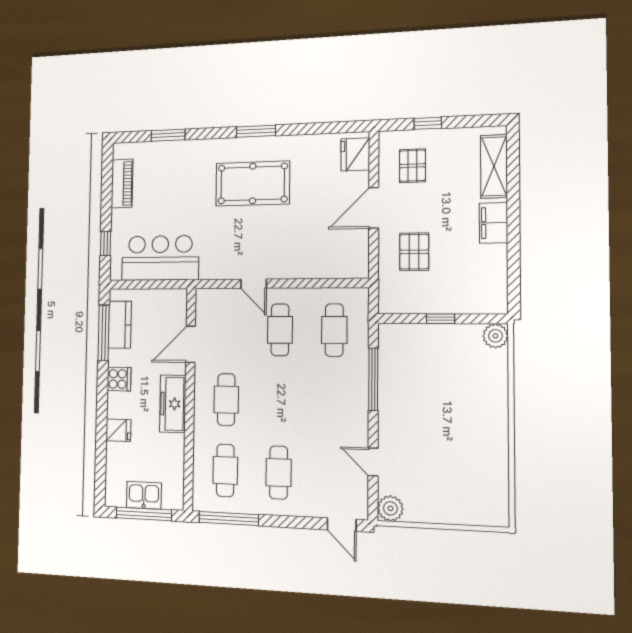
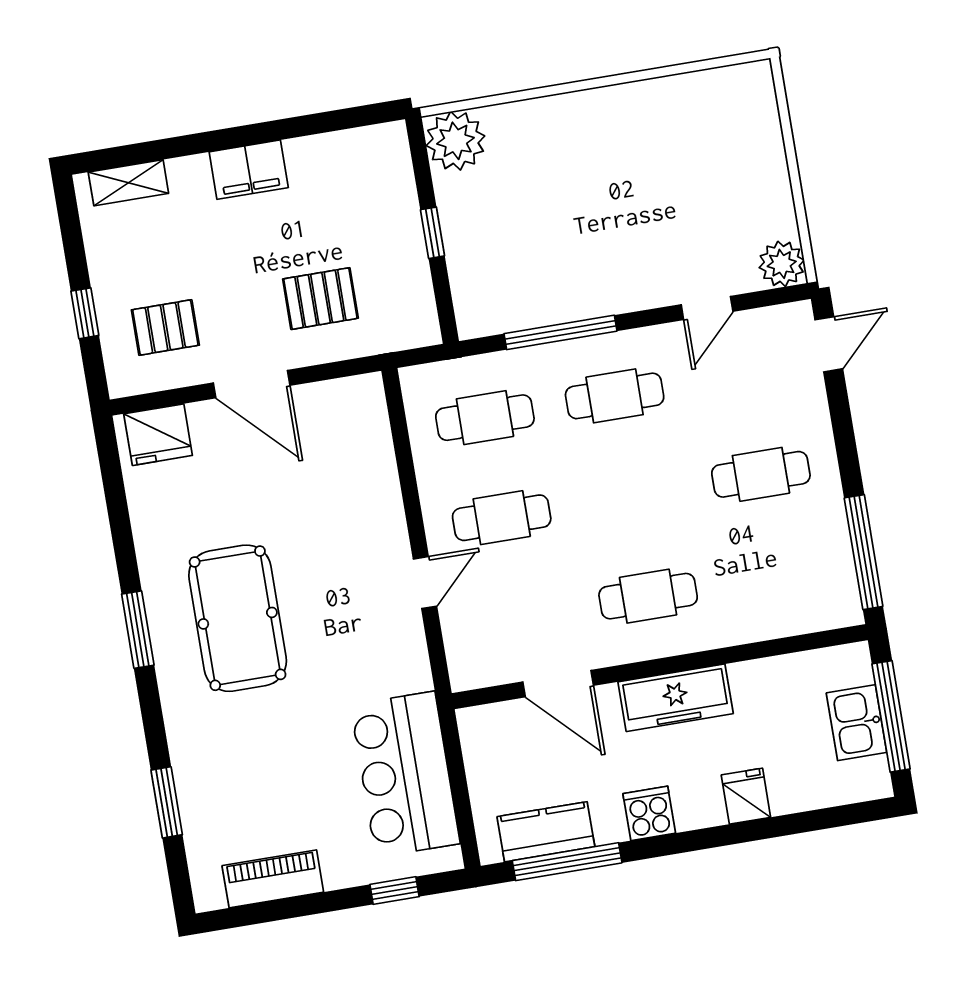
shelving: (494, 166) -> (128, 183), width x0.67, depth x0.75
plant: (495, 336) -> (456, 141), width x1.36, depth x1.36
cafe table: (225, 470) -> (615, 396), moved

